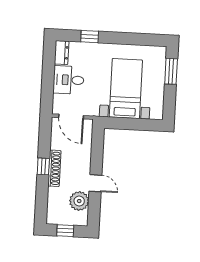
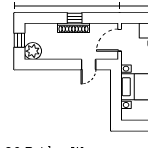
door: (95, 183) -> (88, 64), moved
plant: (79, 201) -> (33, 51), moved

